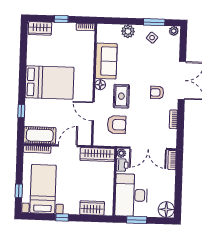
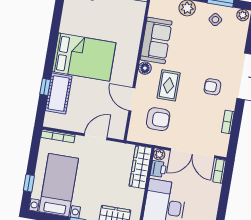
cot: (40, 135) -> (59, 93), moved, turned 90
wardrobe: (97, 155) -> (140, 167), moved, turned 90

